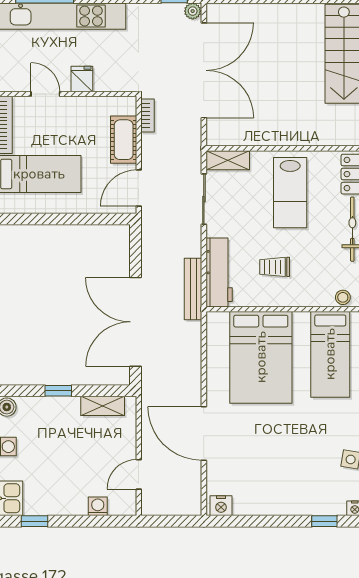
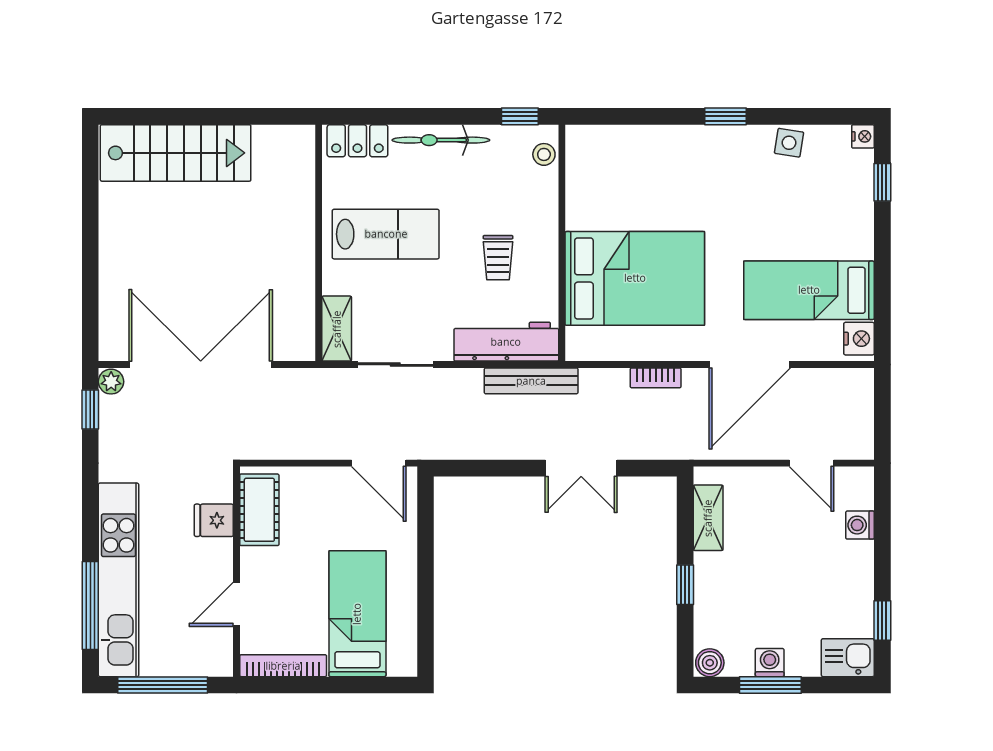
fridge: (82, 79) -> (214, 520), moved
bookcase: (148, 115) -> (656, 378), moved, turned 180
cot: (124, 140) -> (259, 510), moved, turned 90
double door: (135, 322) -> (581, 468), width x0.54
bed: (330, 354) -> (809, 290), moved, turned 180

